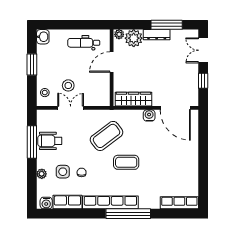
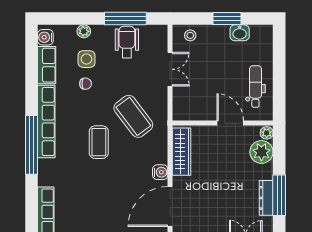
dresser: (157, 35) -> (266, 198), moved
washbasin: (43, 37) -> (240, 33), moved
stool: (68, 85) -> (200, 66), removed

